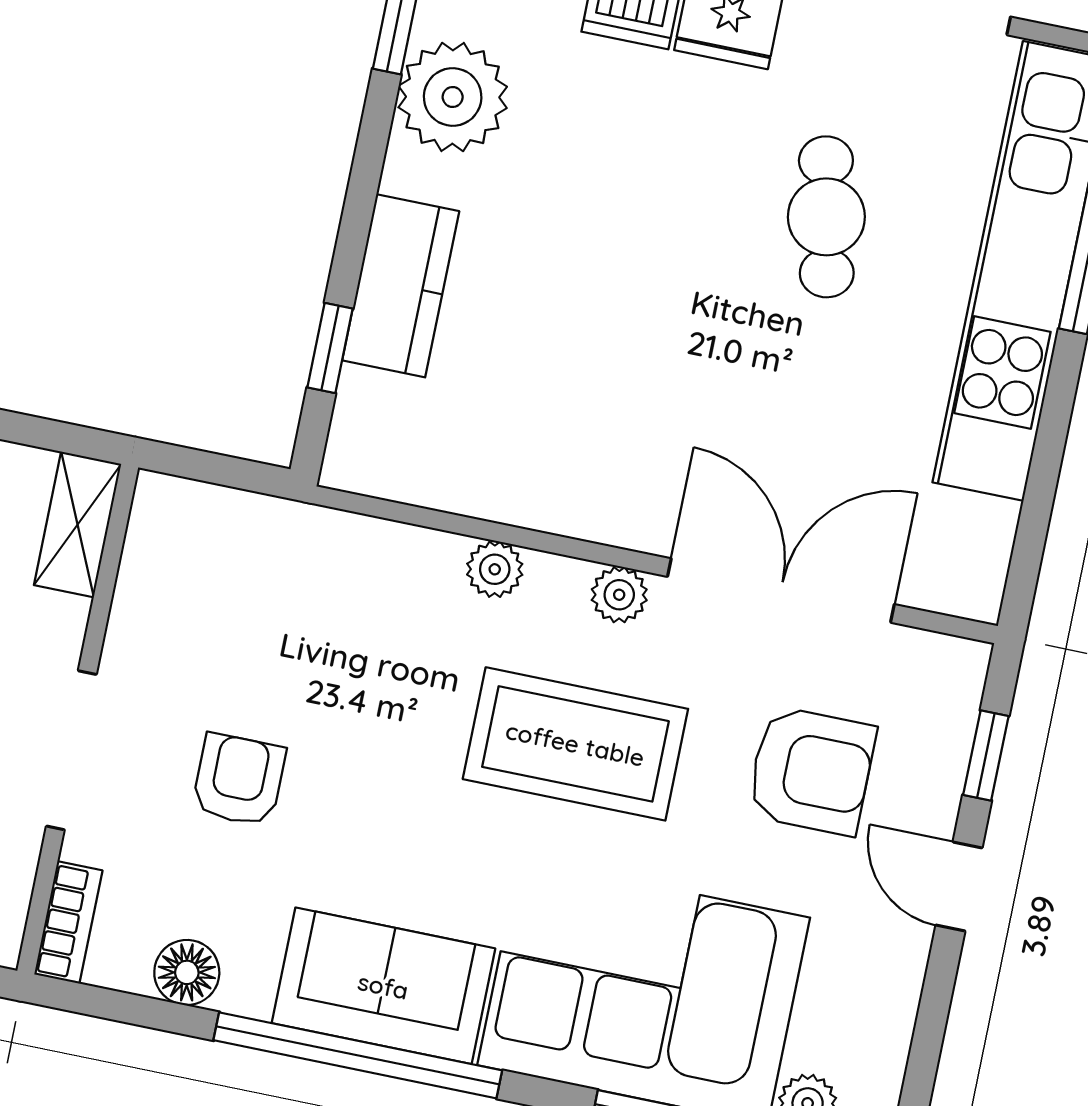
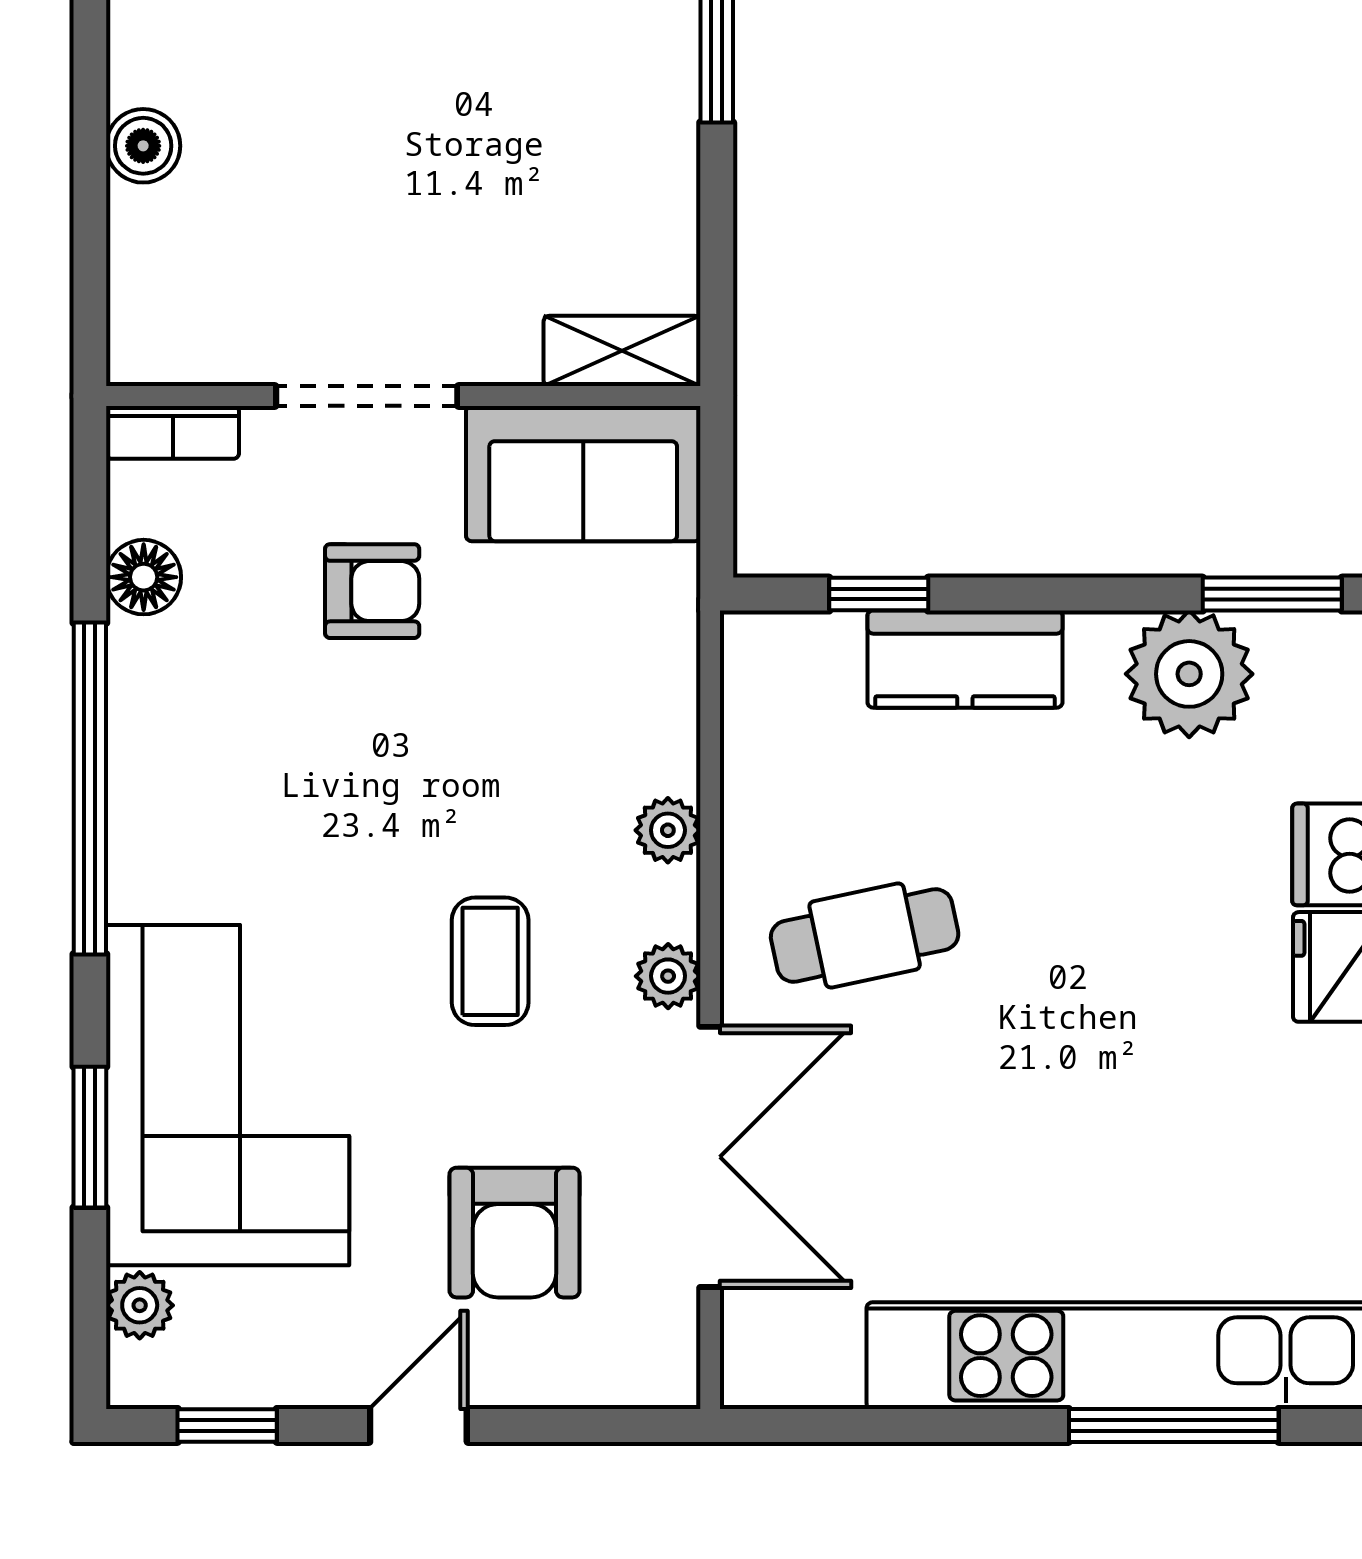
cafe table: (826, 217) -> (865, 935), moved
coffee table: (575, 744) -> (490, 961), width x0.54, depth x0.58
window: (986, 755) -> (227, 1425), moved
sofa: (383, 986) -> (583, 474), moved, turned 90

